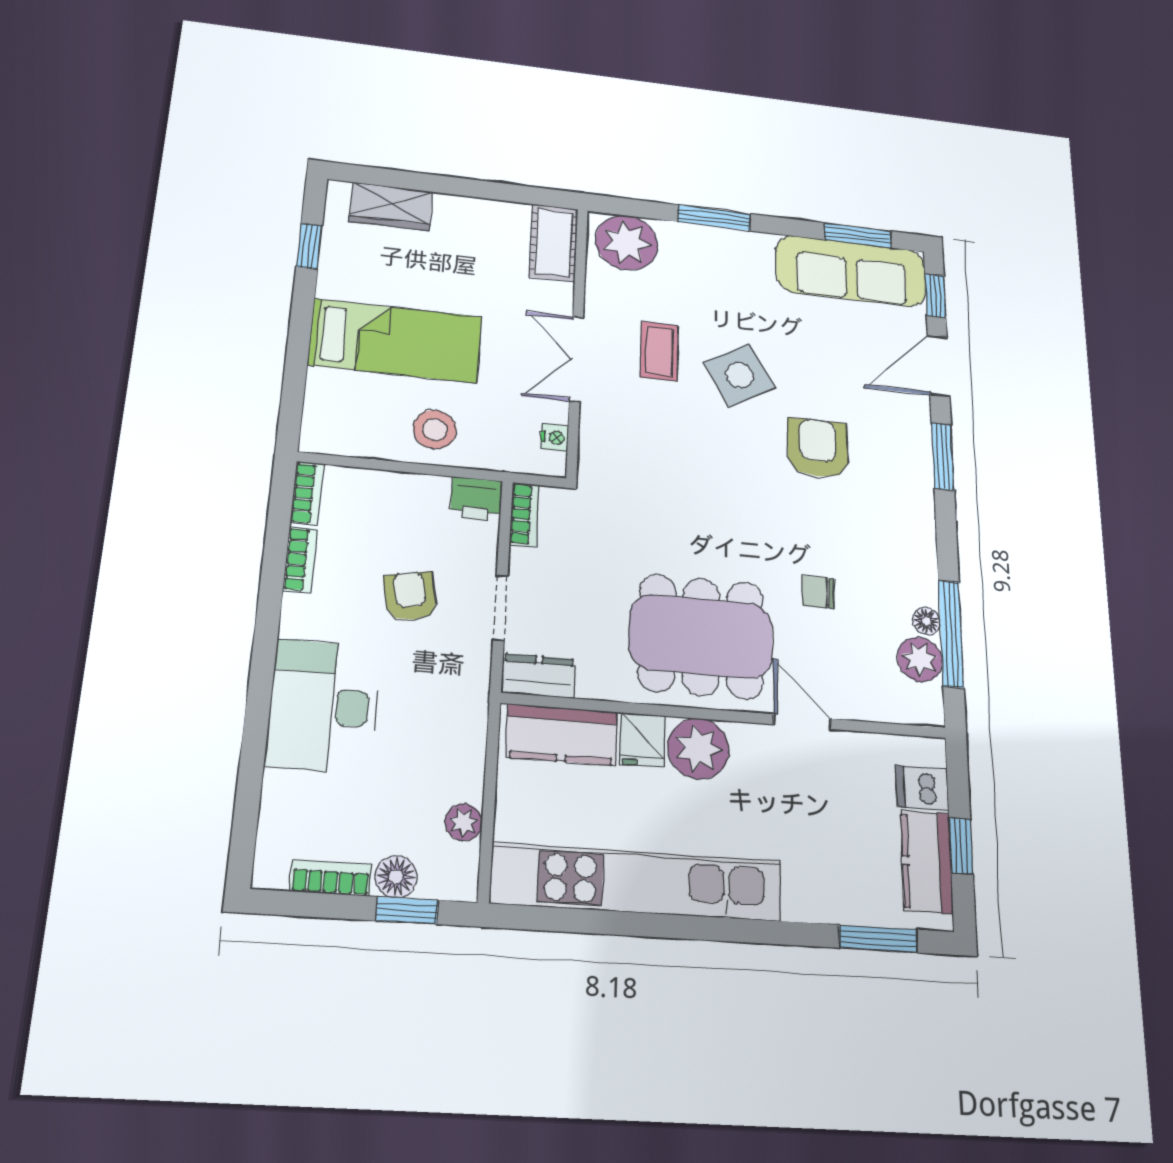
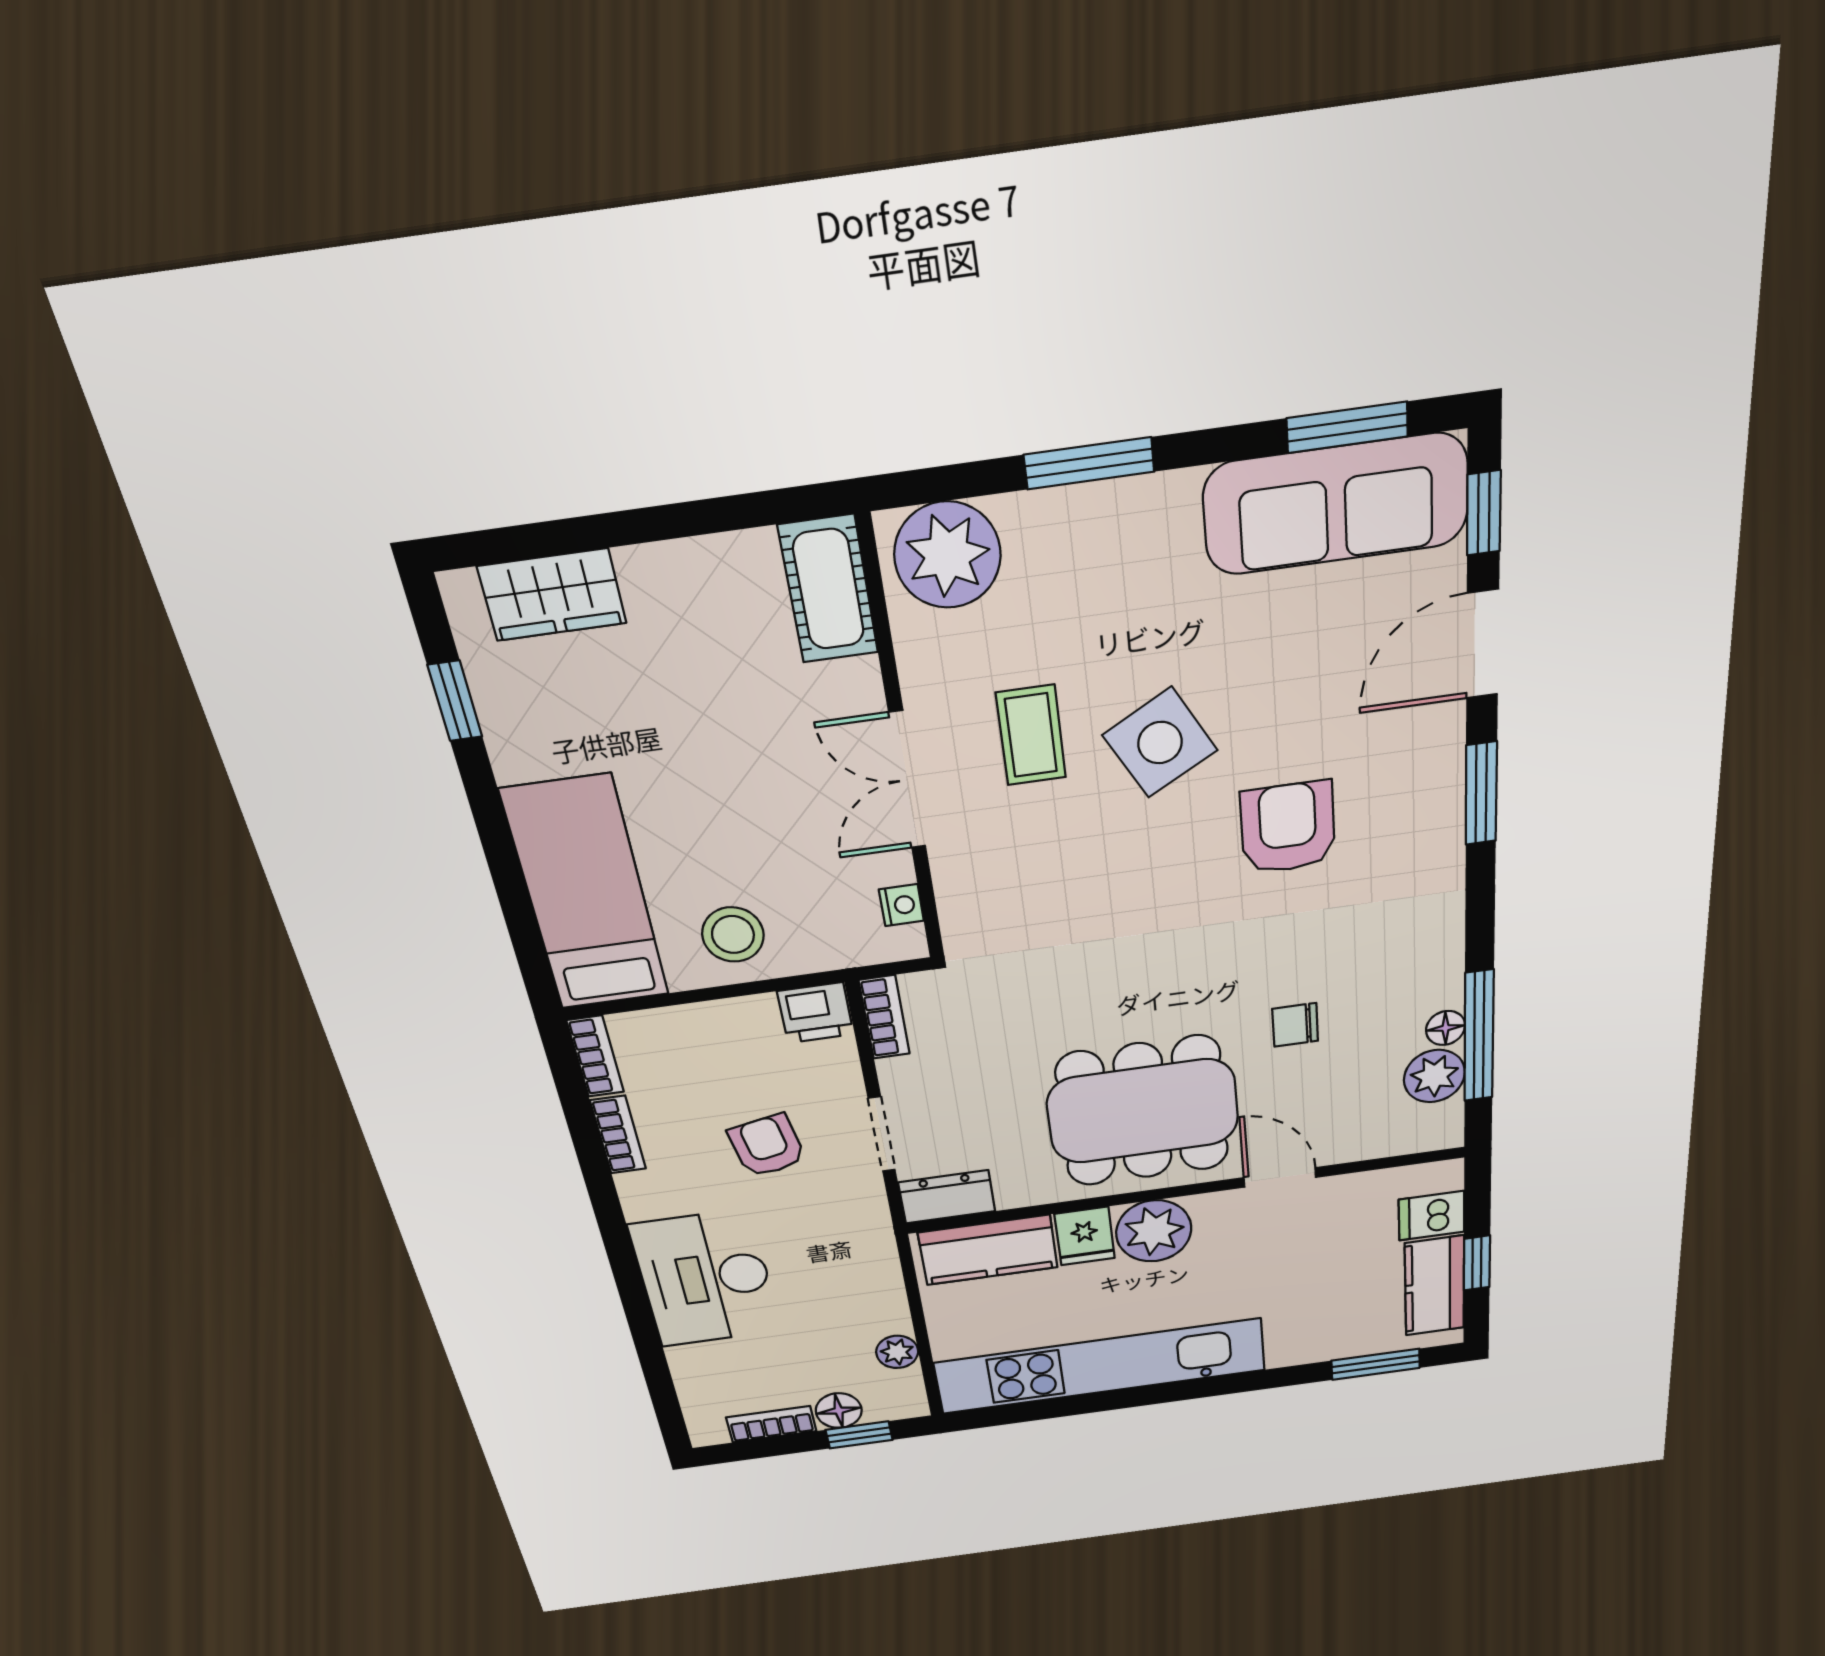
bed: (396, 341) -> (586, 894), moved, turned -90

